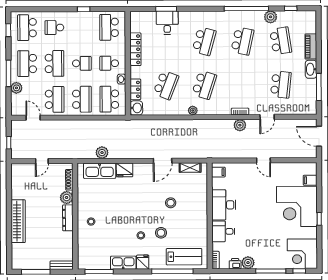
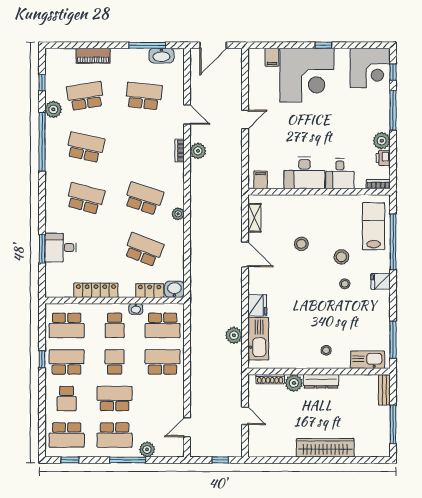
washbasin: (311, 69) -> (161, 56), moved
school desk: (55, 99) -> (67, 362), moved
kitchen sink: (123, 263) -> (368, 360), moved, turned 90

